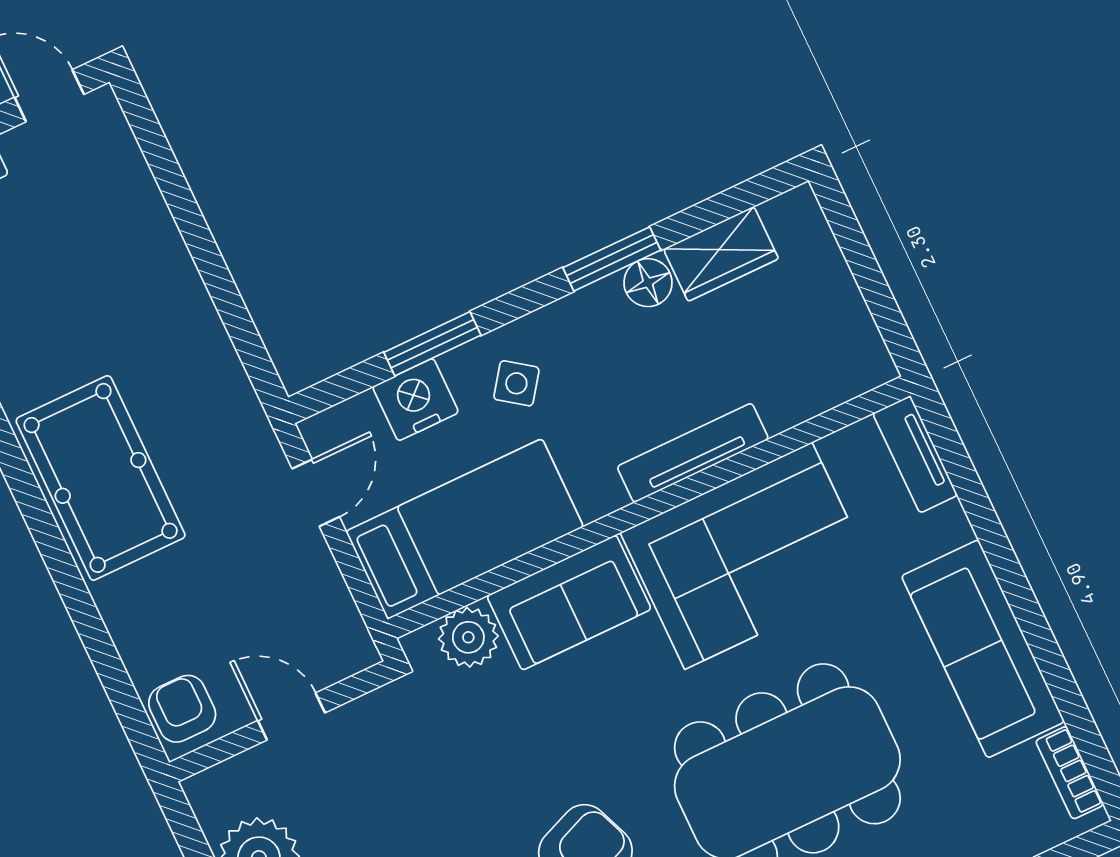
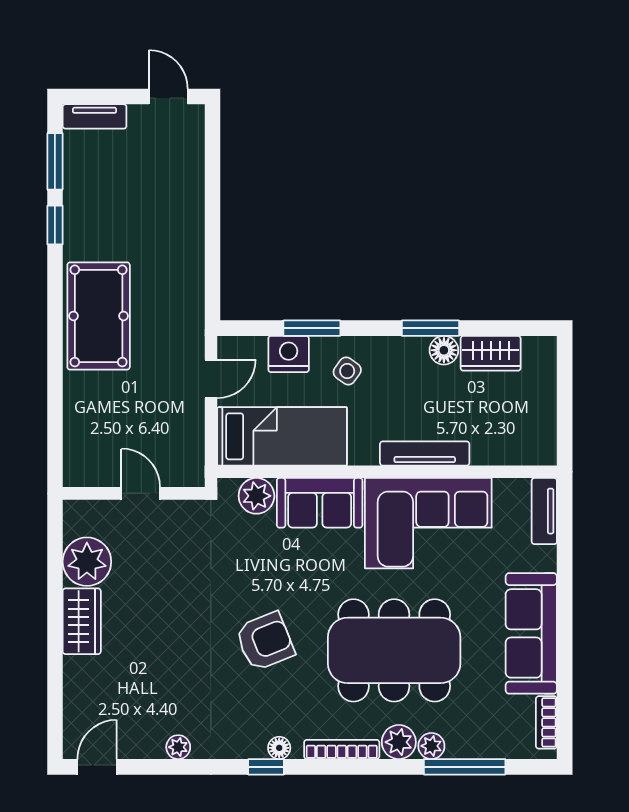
armchair: (182, 709) -> (84, 461), removed

